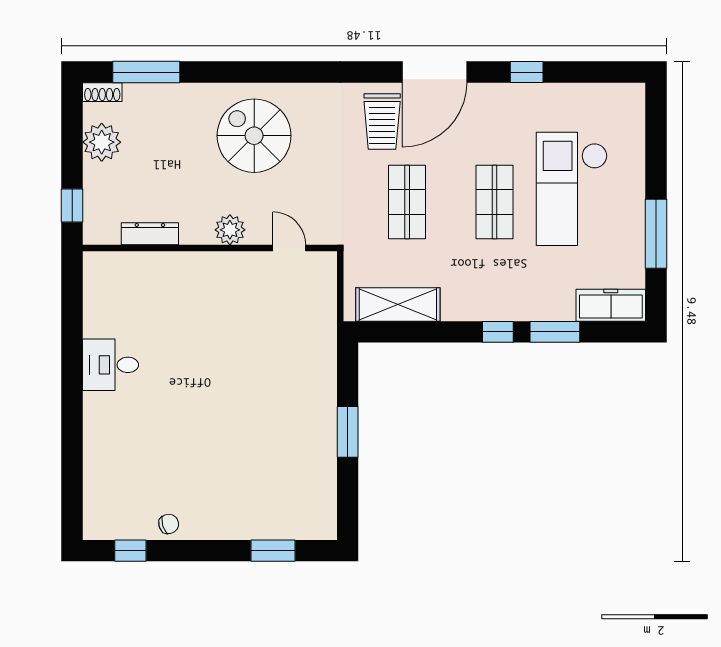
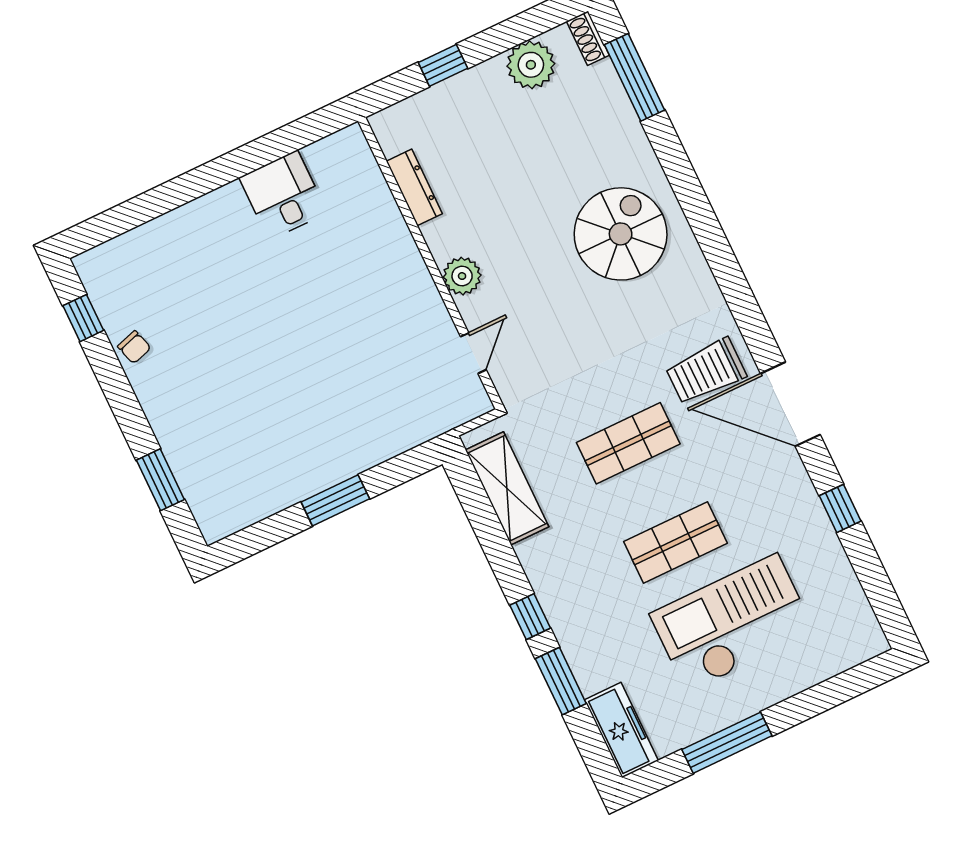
plant: (230, 230) -> (462, 276), moved
dresser: (150, 234) -> (414, 187), moved
wall: (210, 248) -> (430, 263), moved
door: (289, 248) -> (473, 353), moved

